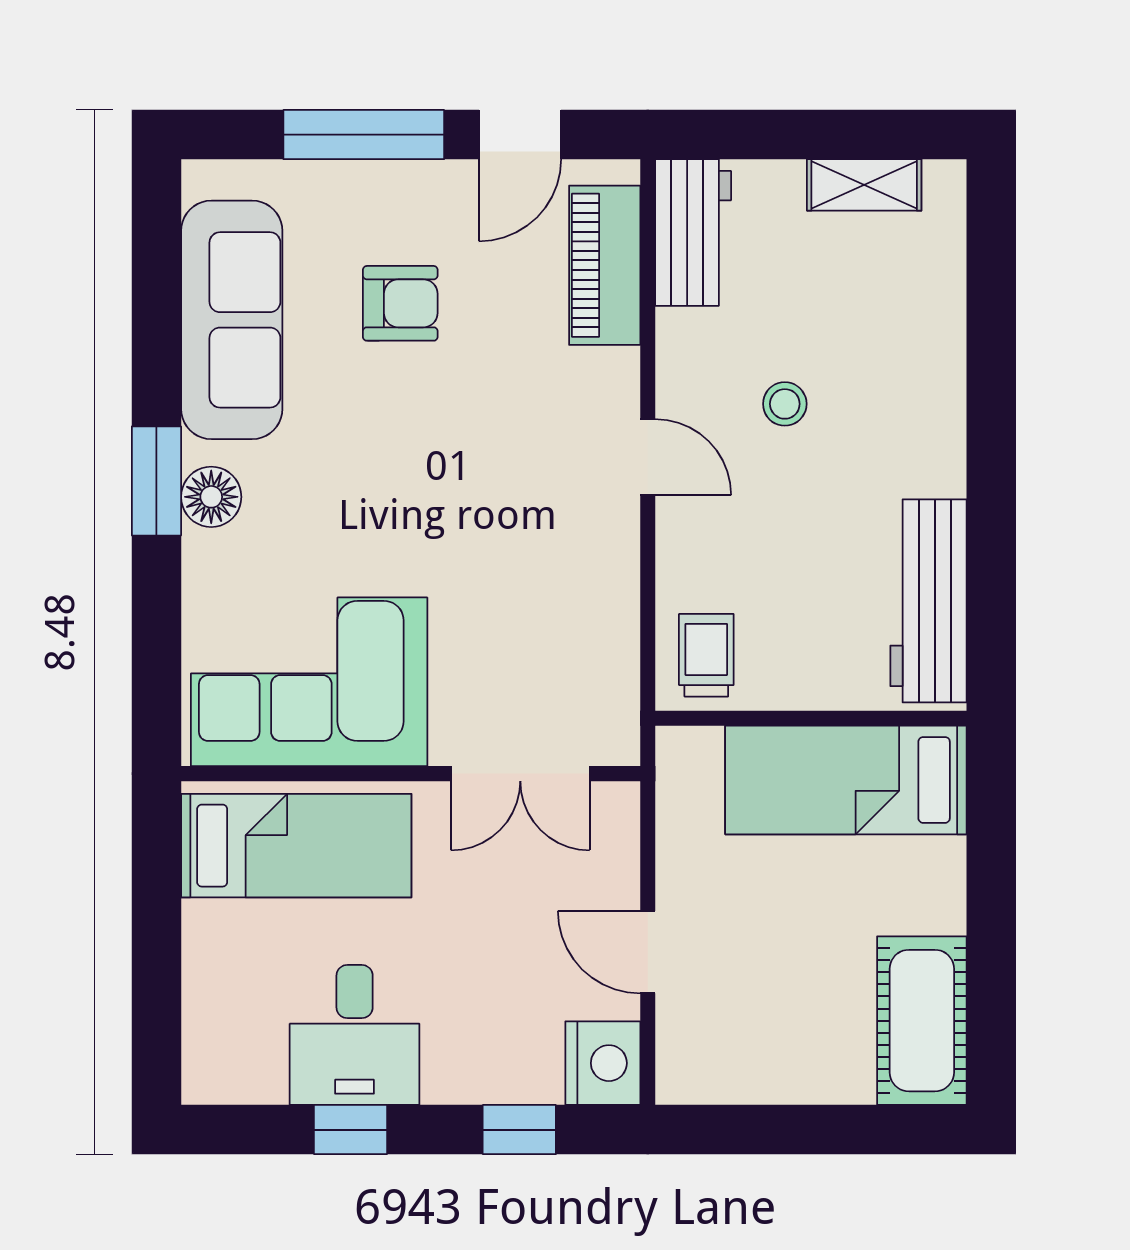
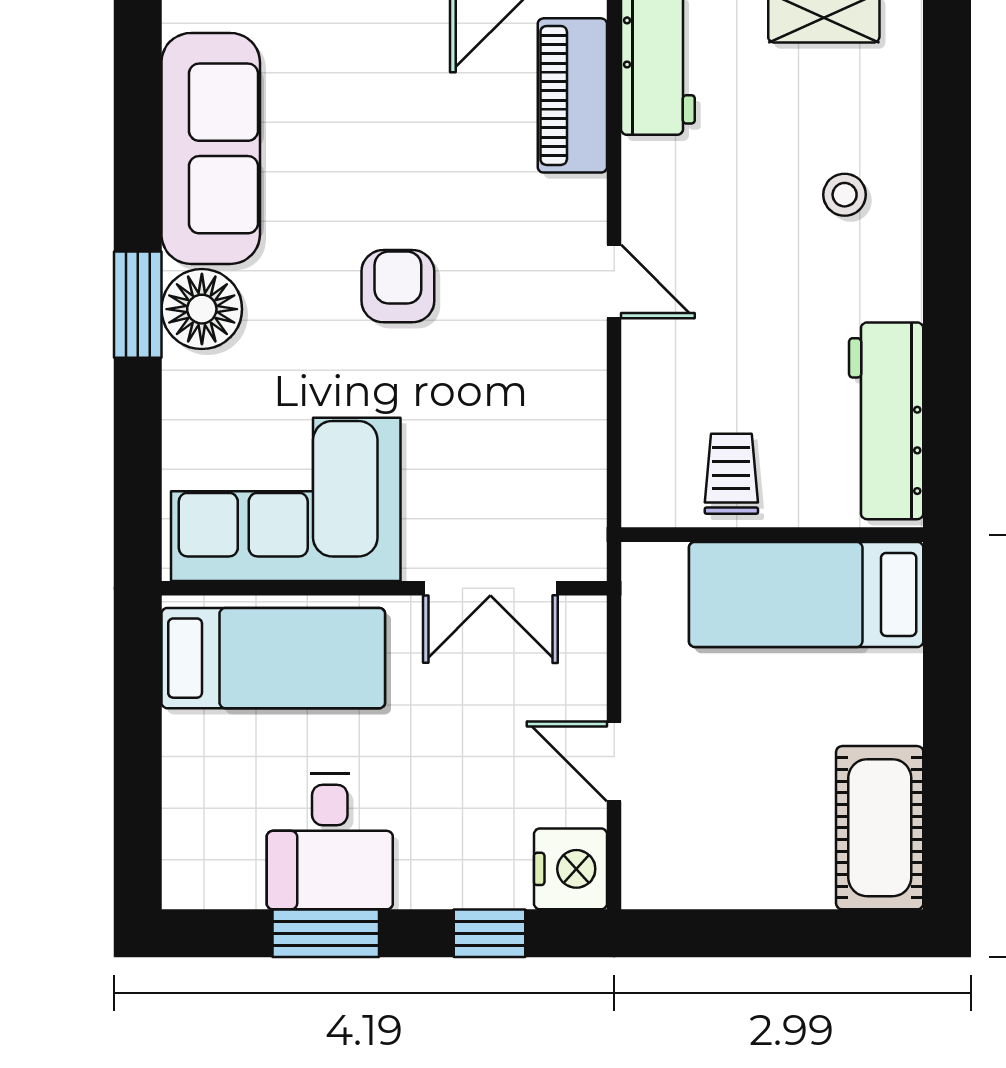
armchair: (400, 303) -> (398, 286), moved, turned -90
stool: (785, 404) -> (845, 195), moved
floor lamp: (211, 497) -> (202, 309), width x1.38, depth x1.38
trolley: (706, 655) -> (731, 474), moved
window: (350, 1130) -> (326, 933), width x1.50

